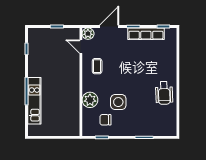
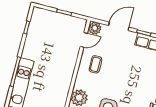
door: (81, 47) -> (84, 40), swing flipped

